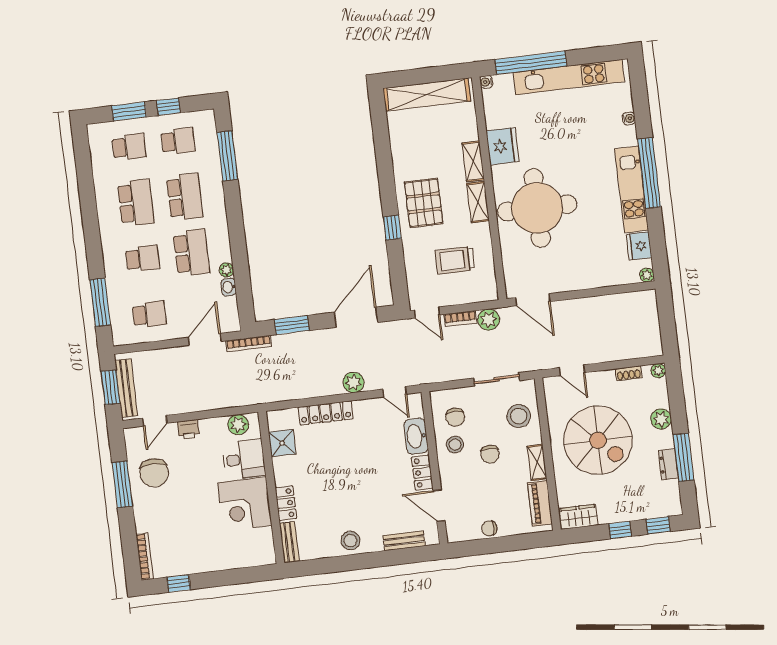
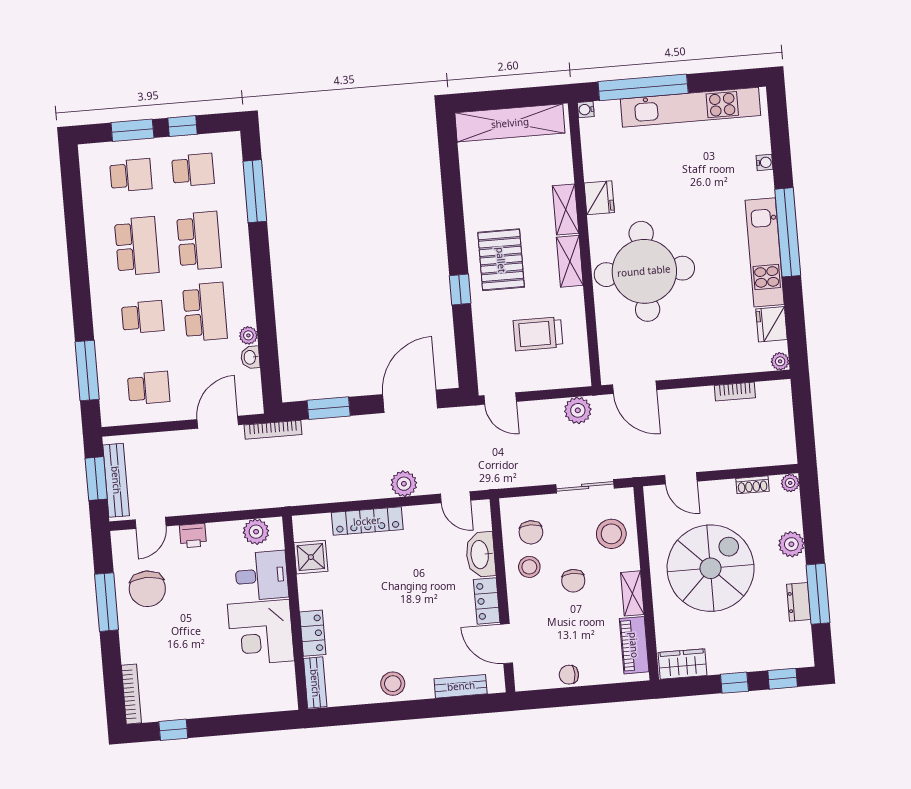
fridge: (502, 146) -> (599, 198), width x0.73, depth x0.75
bookcase: (460, 319) -> (735, 392), moved
spiral stairs: (598, 440) -> (711, 568), turned -90

